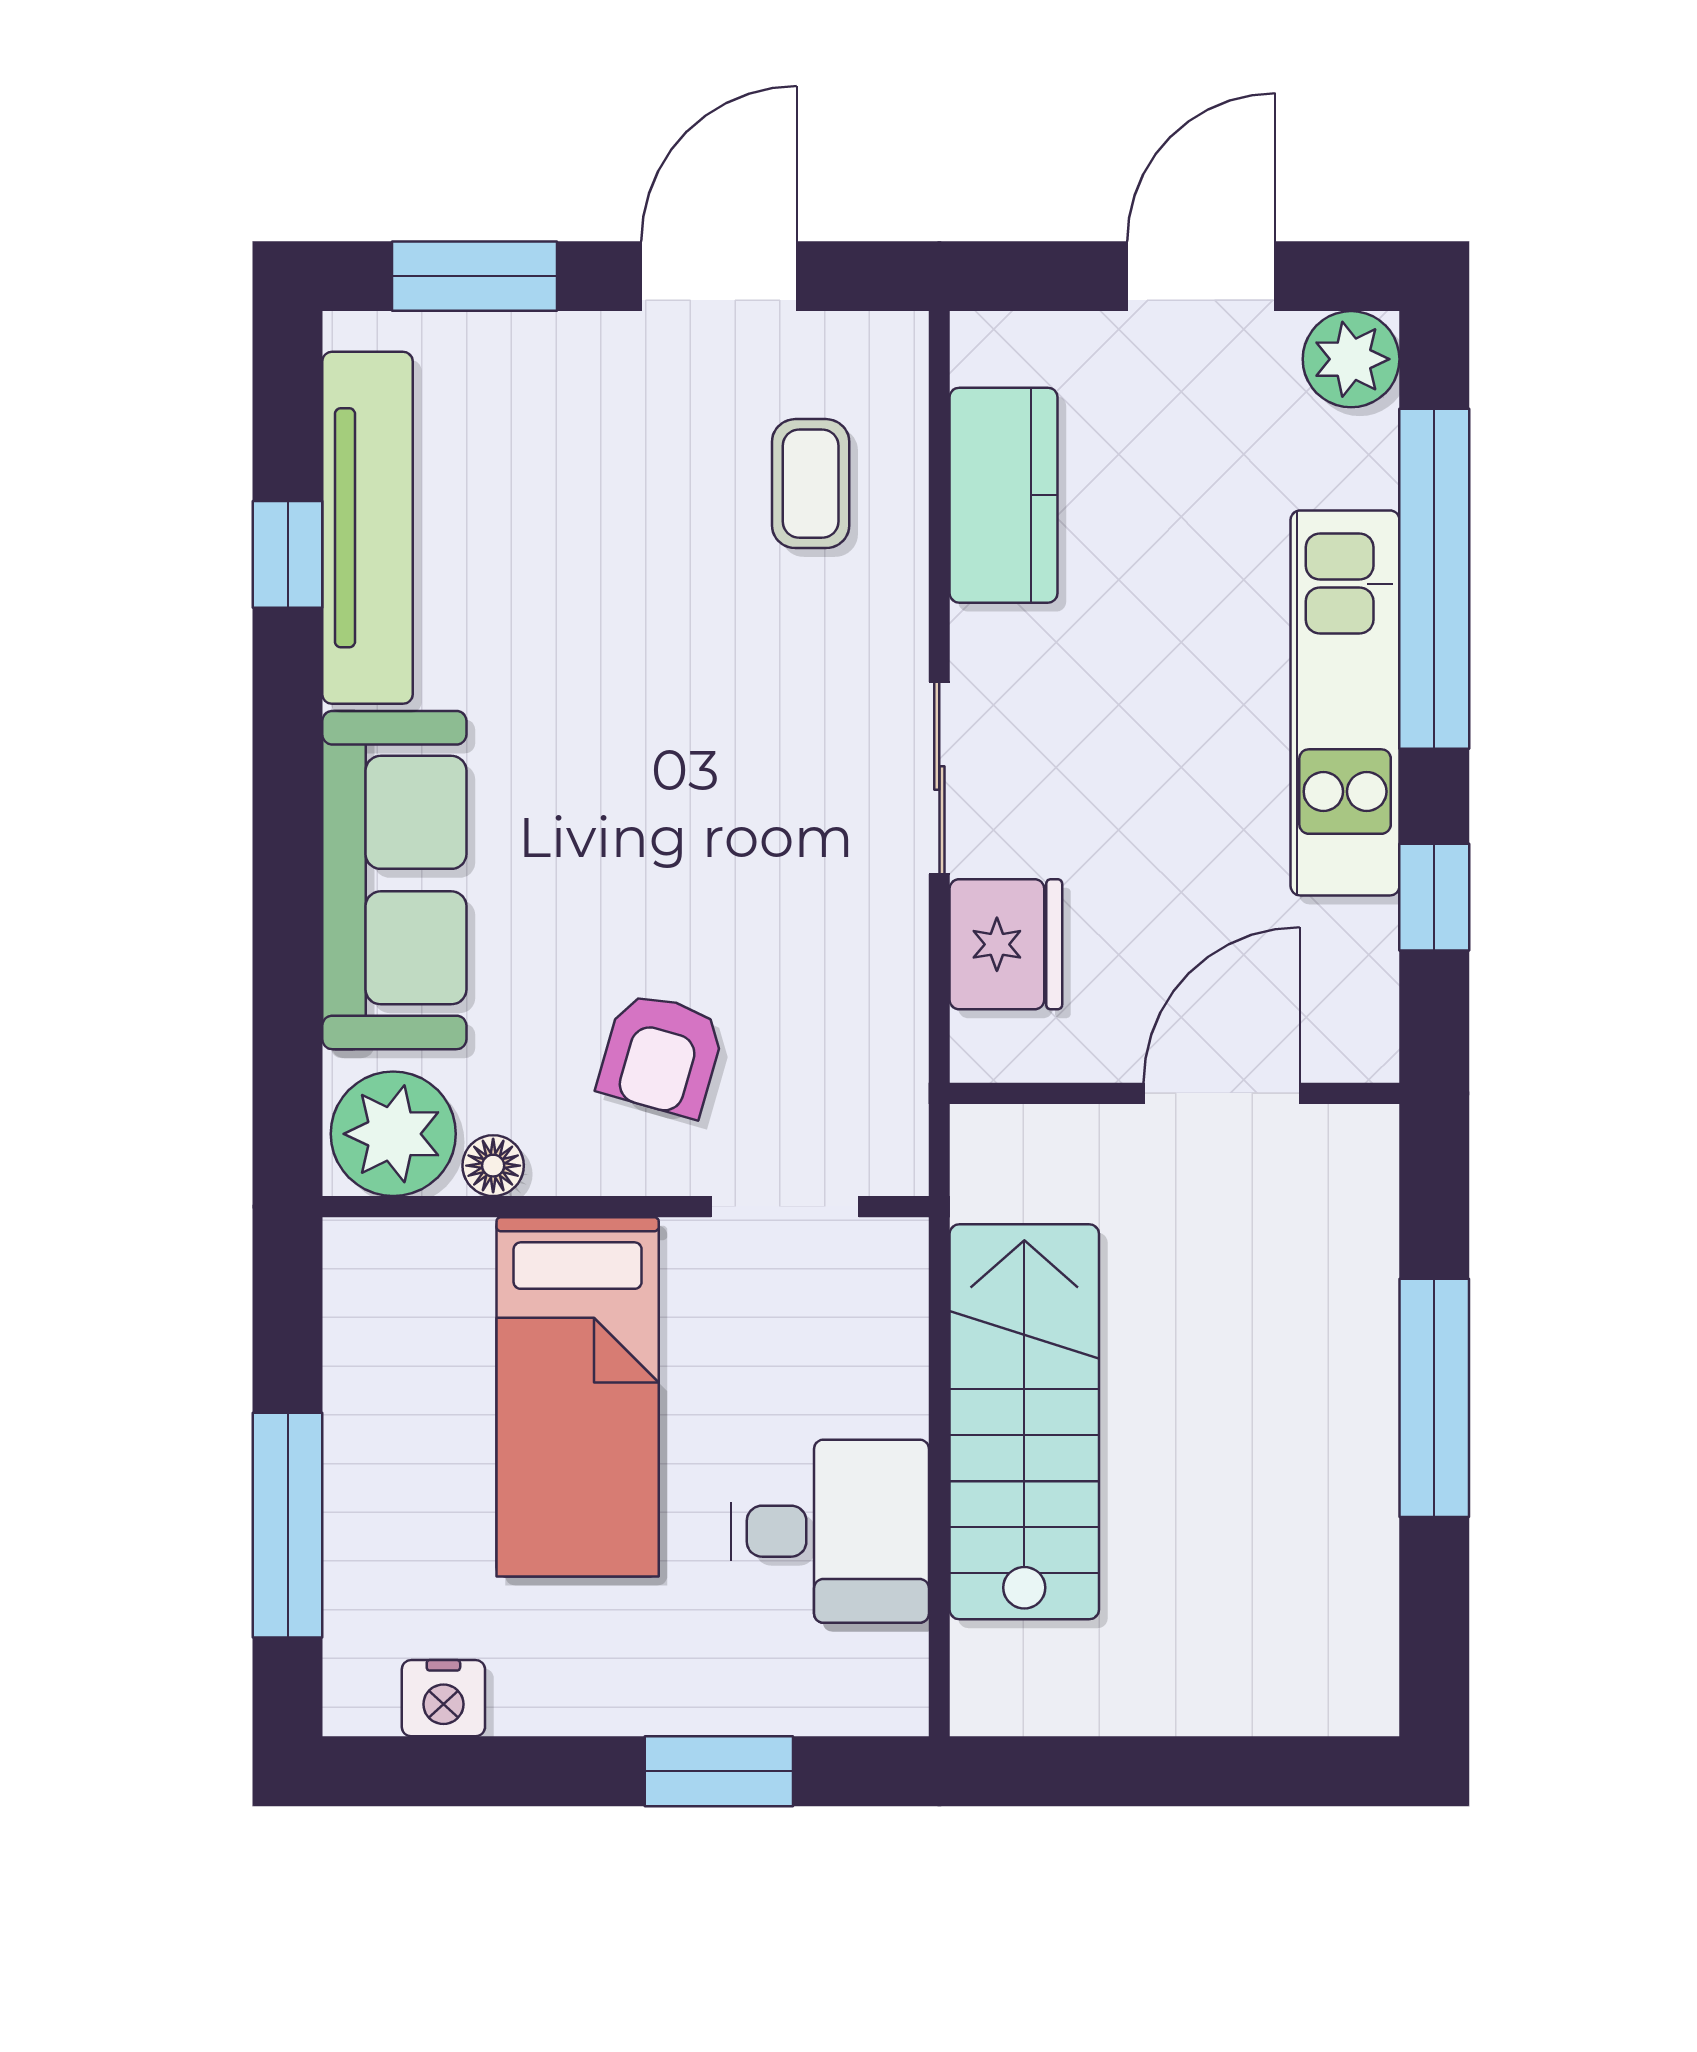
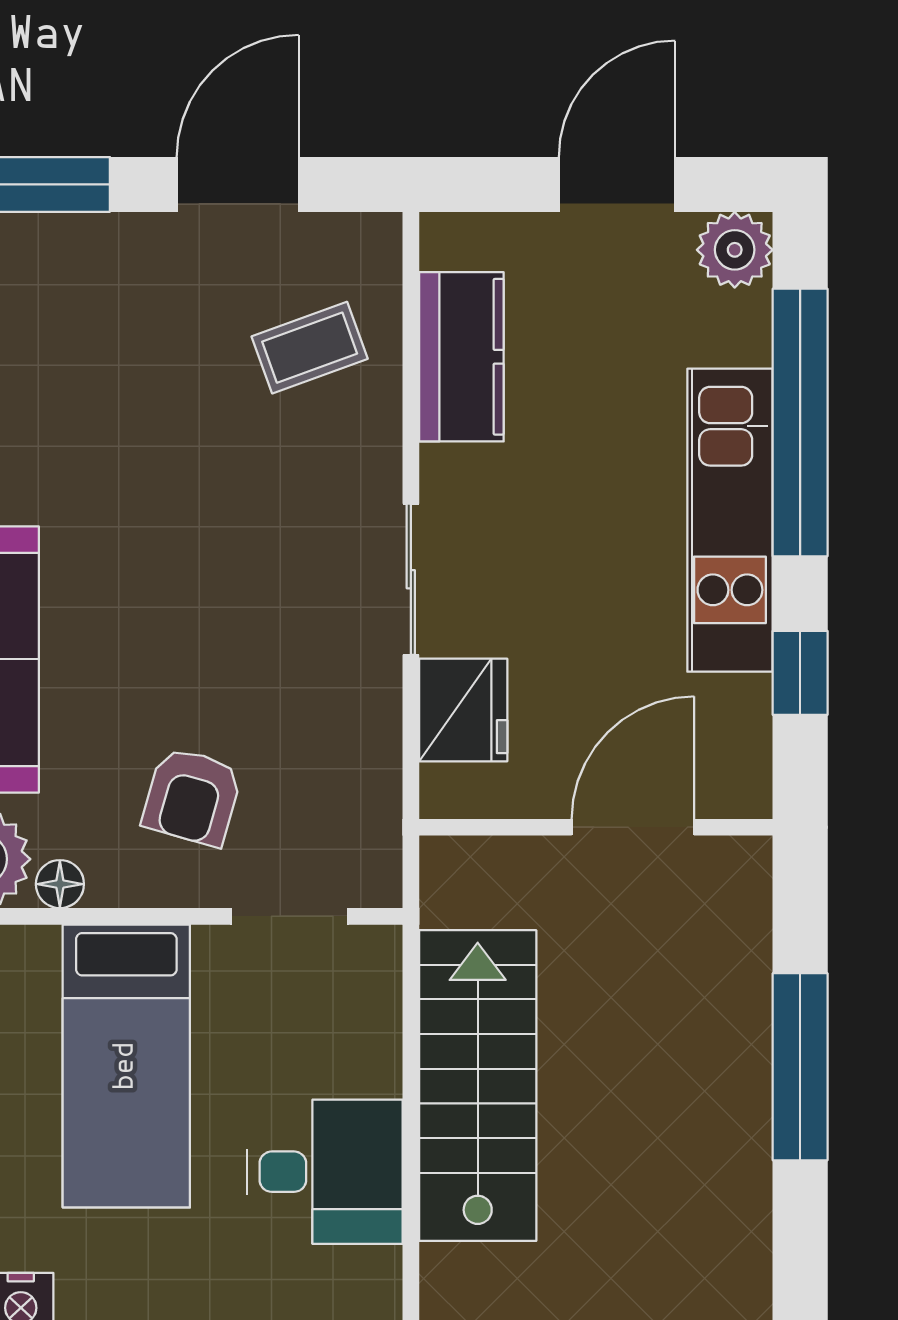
coffee table: (811, 484) -> (310, 348), turned 70

